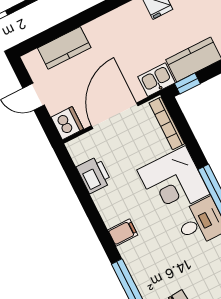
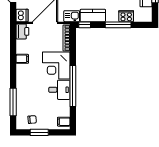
printer: (94, 175) -> (22, 31), moved
filing cabinet: (123, 233) -> (22, 59), moved

